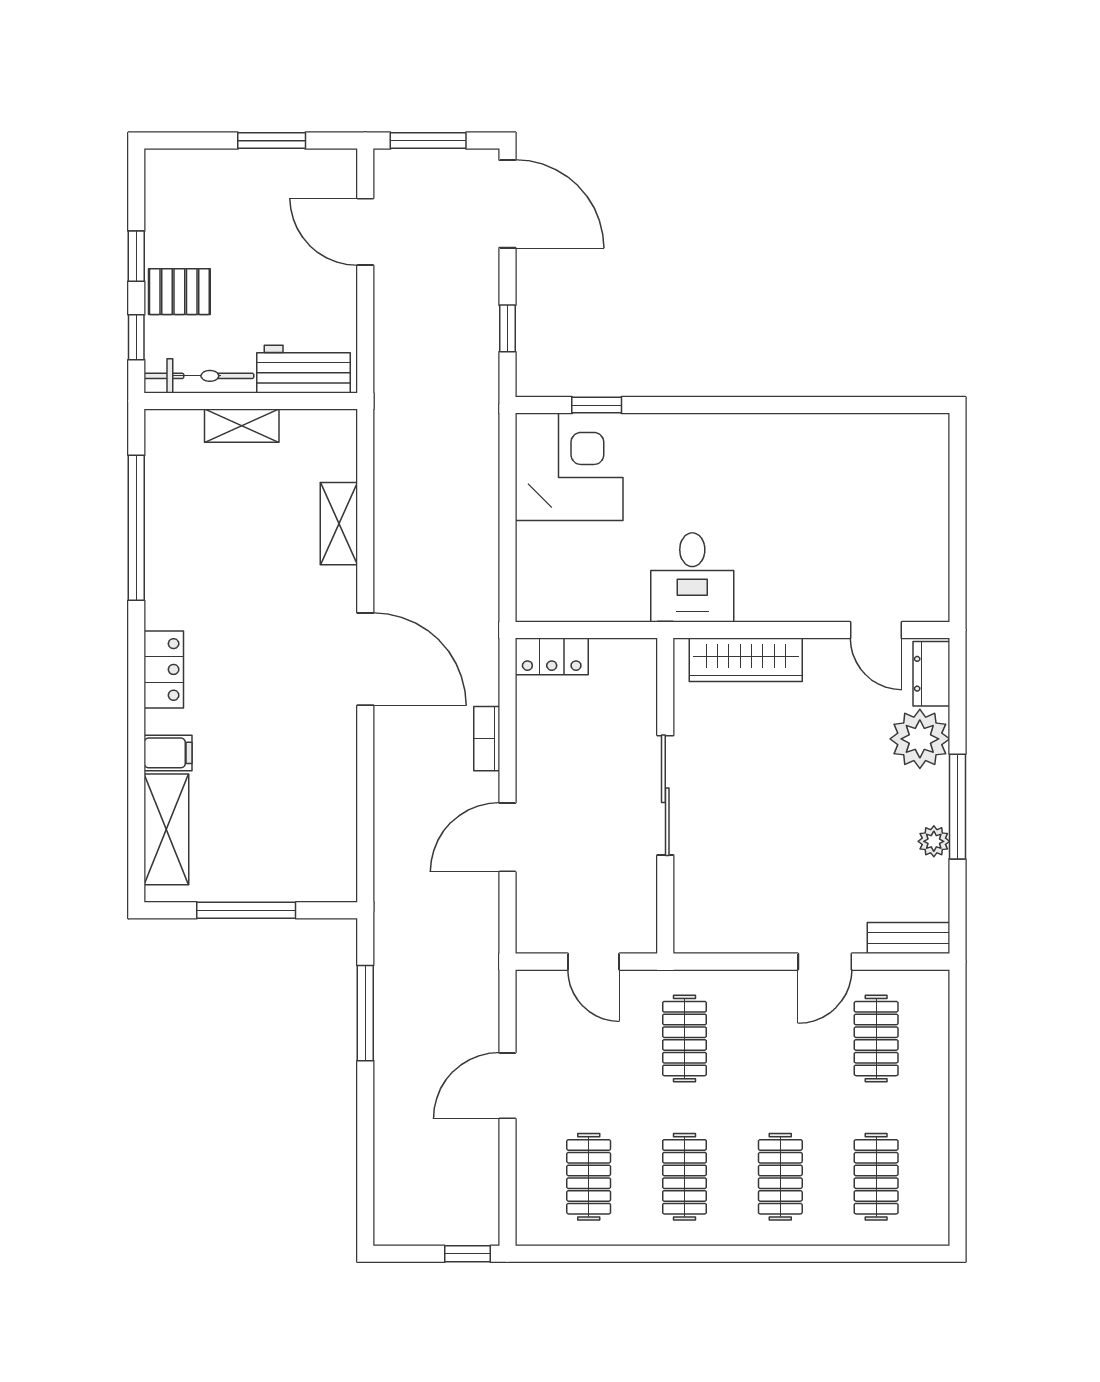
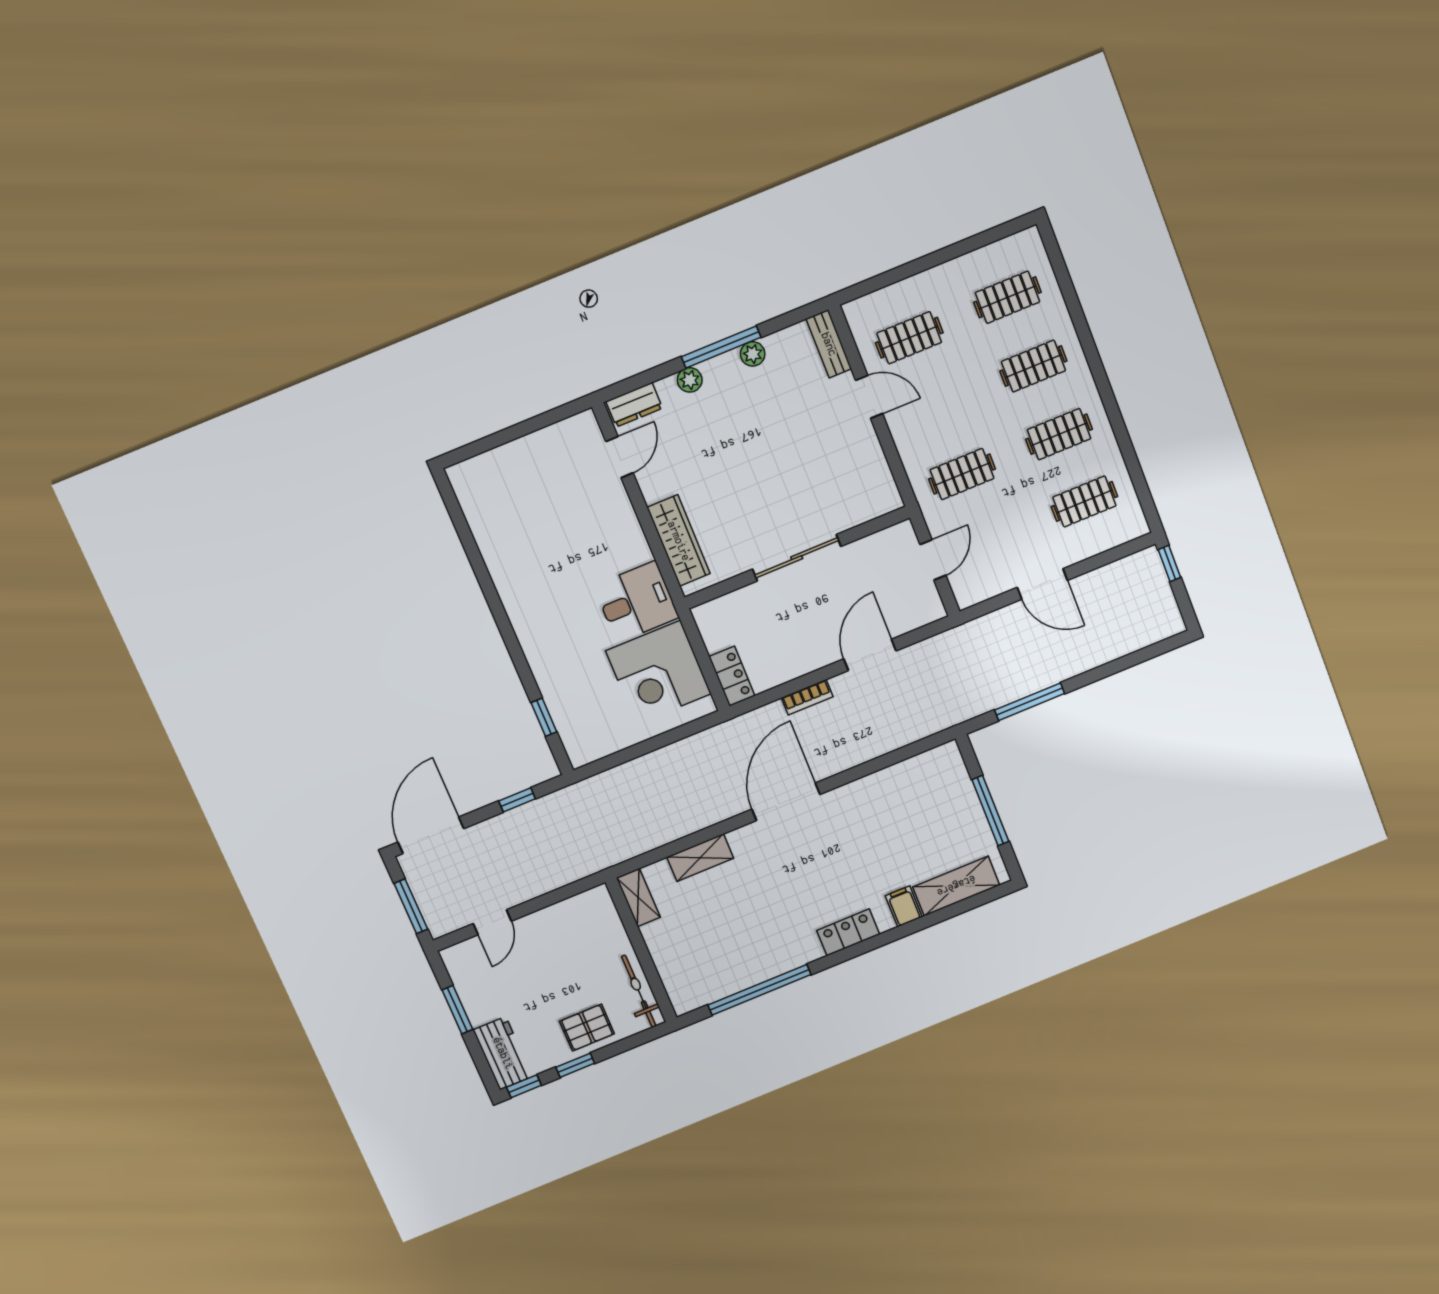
door: (365, 232) -> (492, 922), width x0.73
pallet: (179, 292) -> (587, 1028), turned 90
window: (136, 337) -> (524, 1086), moved
workbench: (303, 369) -> (503, 1053), moved, turned 180
shelving: (242, 426) -> (638, 898), moved
corner desk: (569, 467) -> (659, 672), moved, turned -90
plant: (920, 739) -> (690, 380), width x0.53, depth x0.53
door: (507, 837) -> (870, 655), swing flipped

